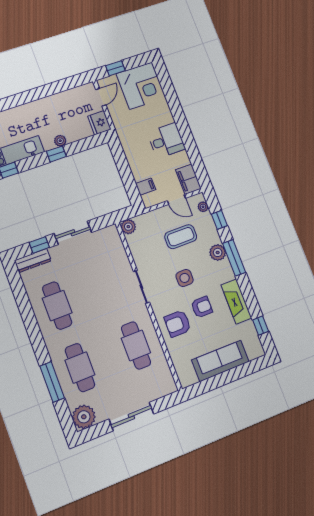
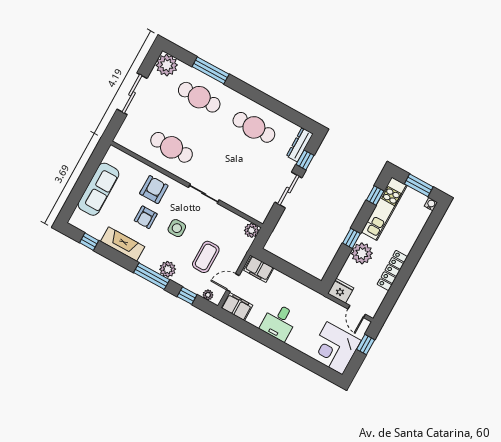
locker: (46, 103) -> (392, 270), added
plant: (60, 141) -> (362, 253), width x1.88, depth x1.88
filing cabinet: (146, 187) -> (259, 269), width x2.00

